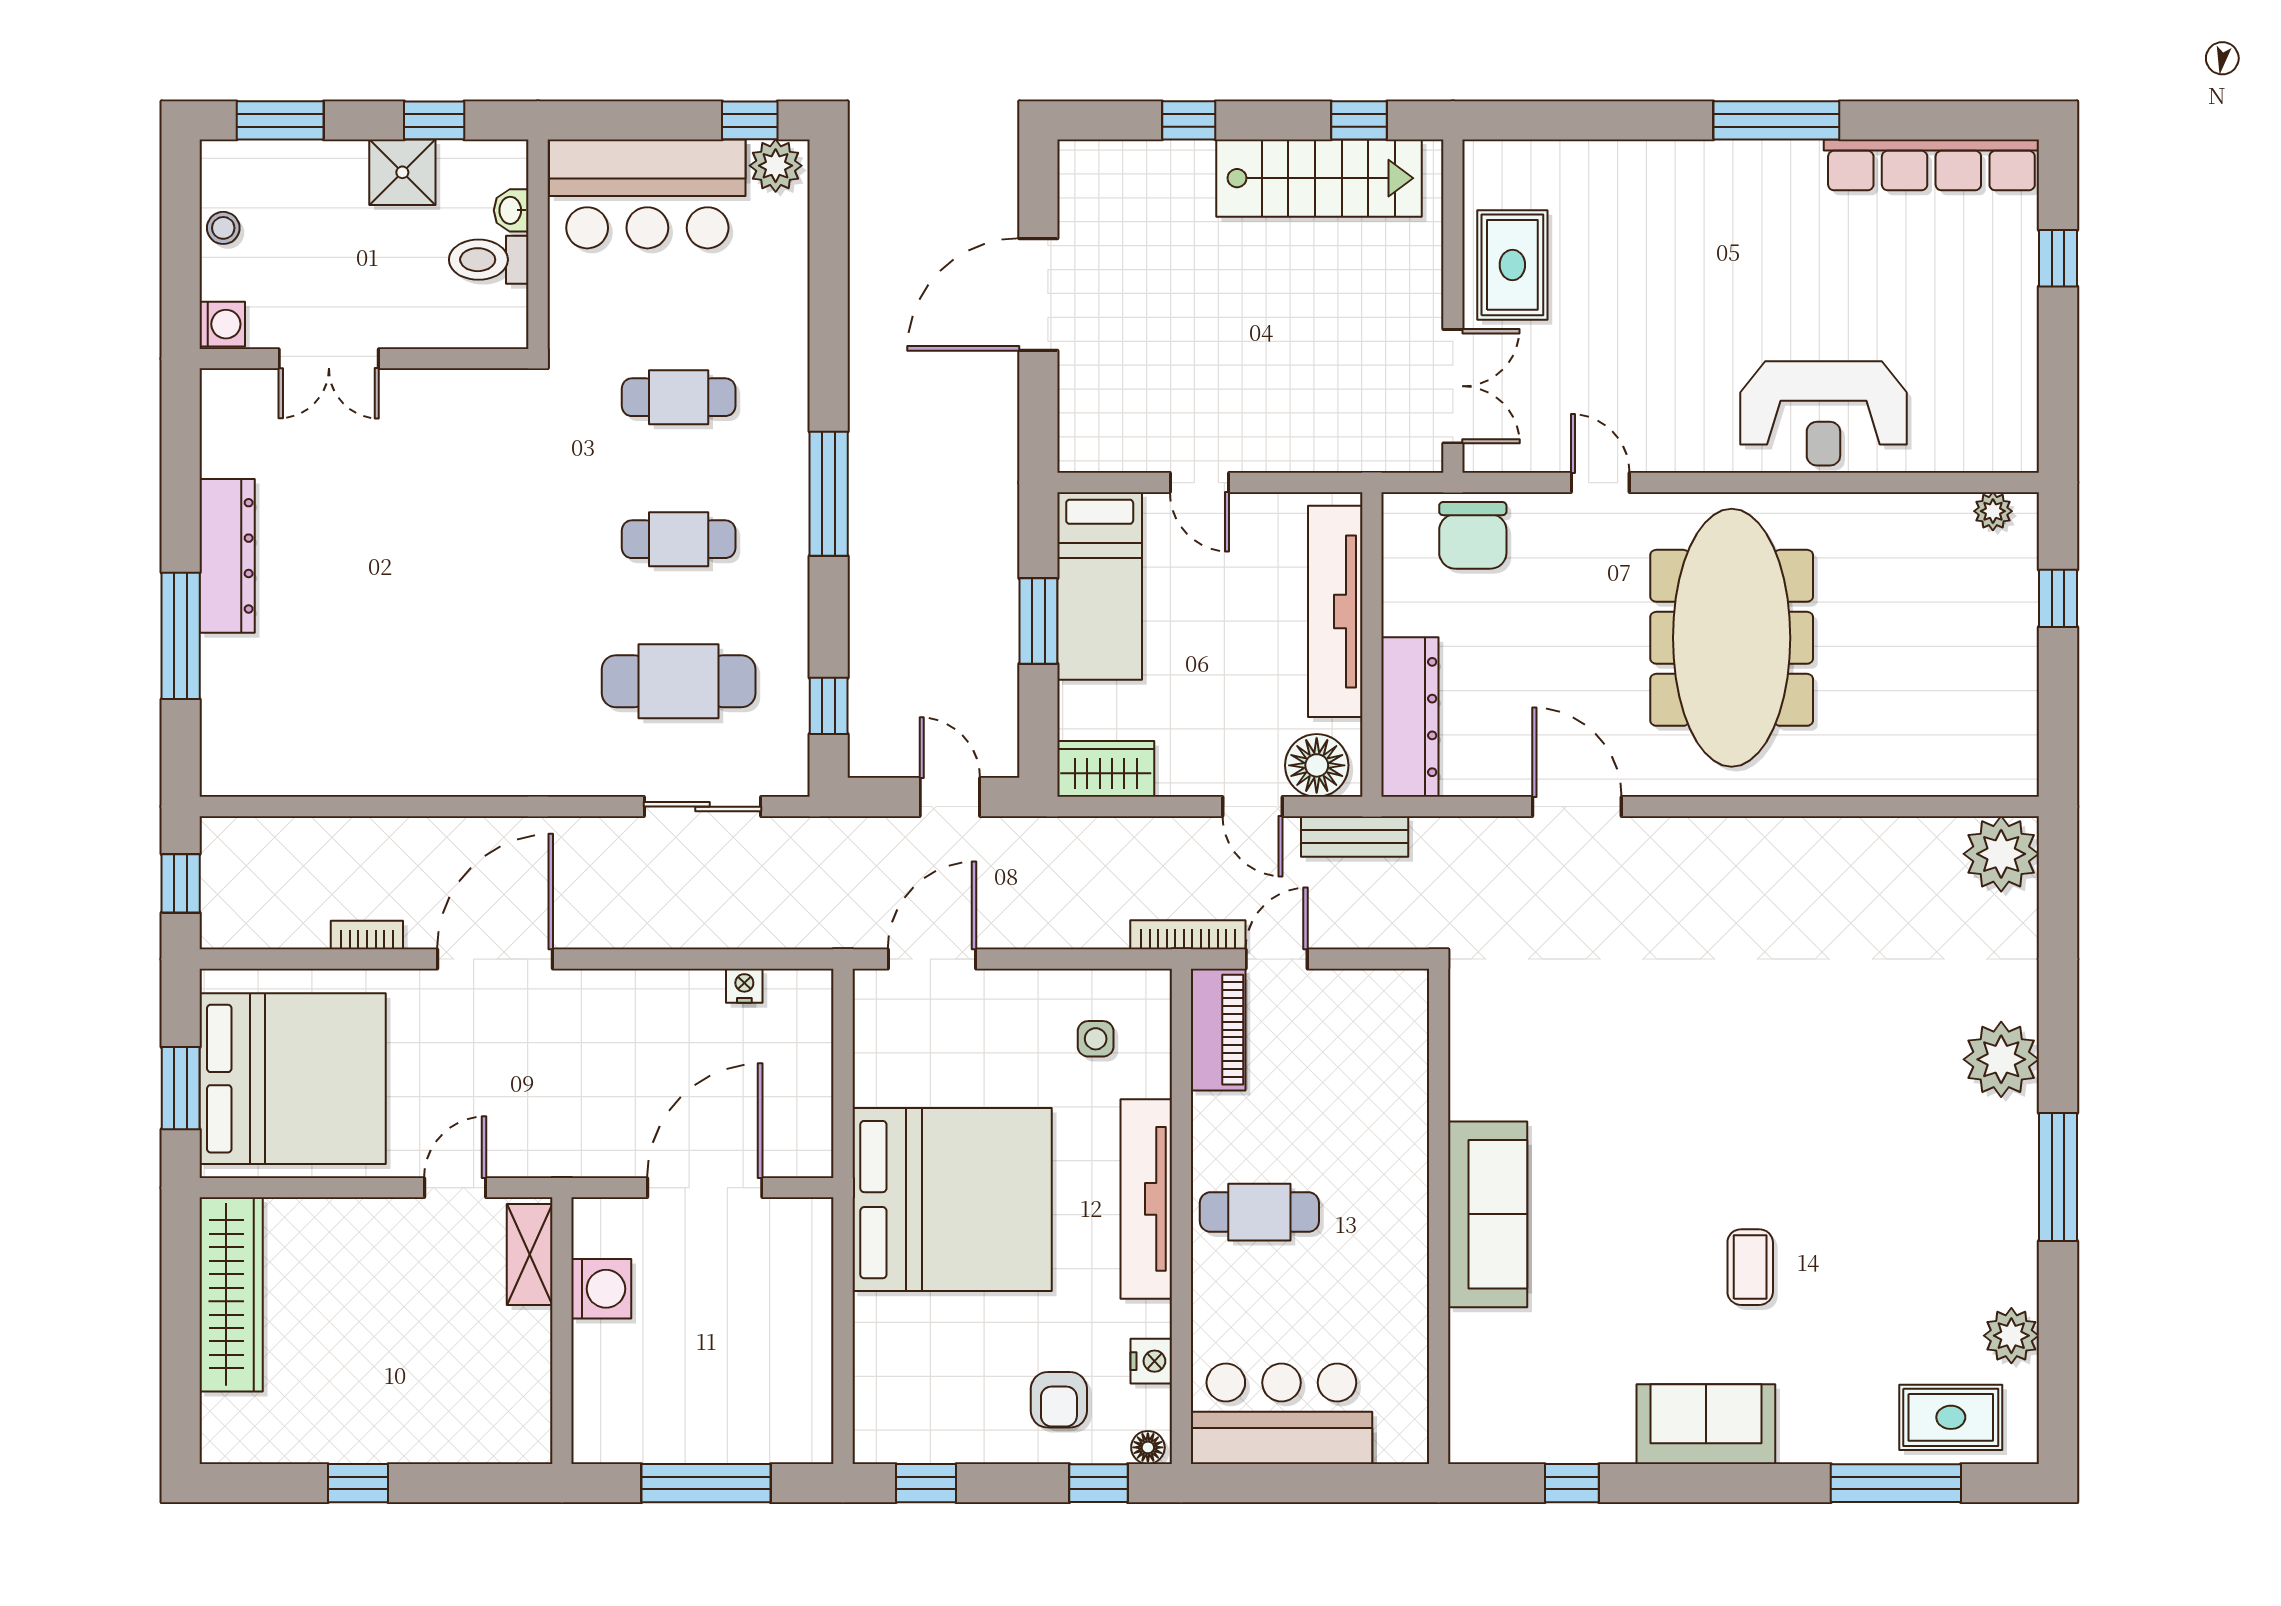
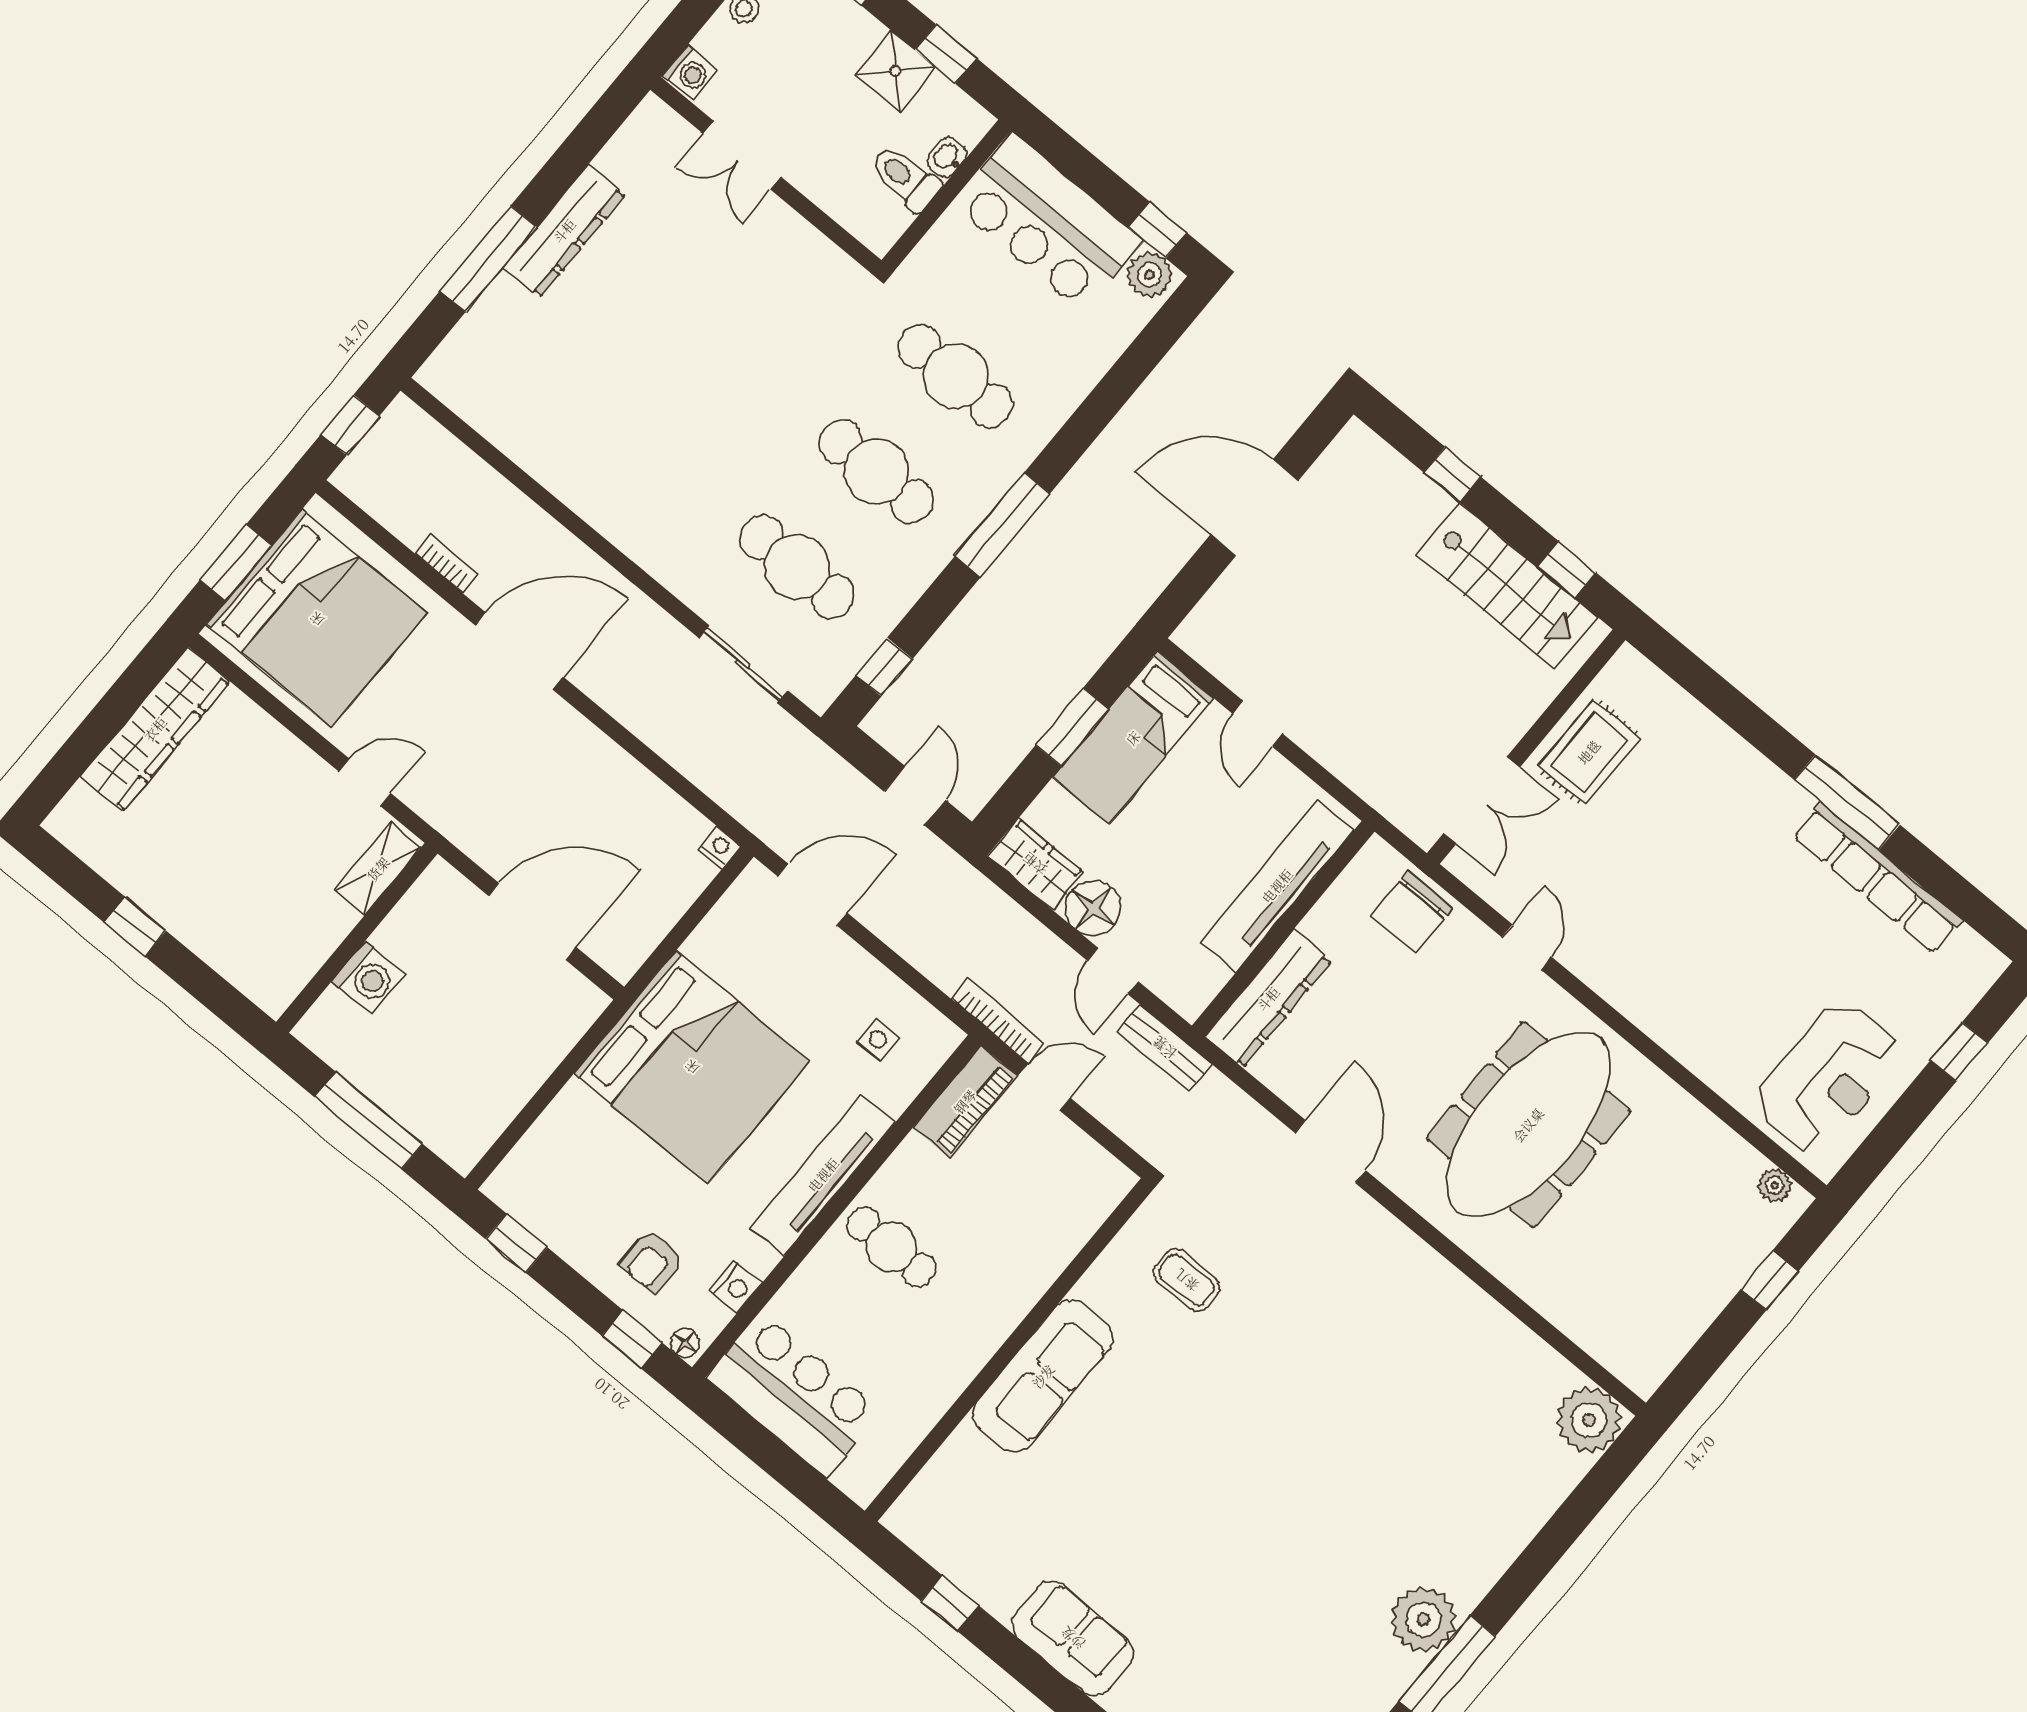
row of seats: (1931, 165) -> (1877, 878), moved
cafe table: (679, 397) -> (956, 376), width x1.37, depth x1.35
reception desk: (1823, 413) -> (1828, 1078), moved, turned -90
cafe table: (679, 539) -> (876, 472), width x1.37, depth x1.35
floor lamp: (1317, 765) -> (1093, 908), moved
nightstand: (744, 986) -> (719, 847), moved
plant: (2001, 1059) -> (1423, 1619), moved
coffee table: (1750, 1267) -> (1187, 1280), moved, turned 90
washing machine: (601, 1289) -> (368, 978), moved

